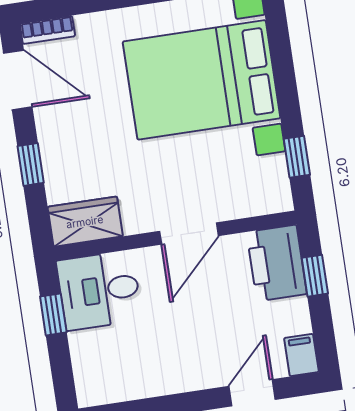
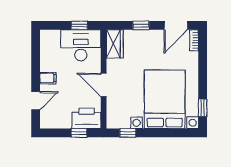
desk: (99, 290) -> (81, 45), width x1.37
filing cabinet: (301, 355) -> (48, 78), moved
door: (252, 393) -> (36, 101), hinge flipped

